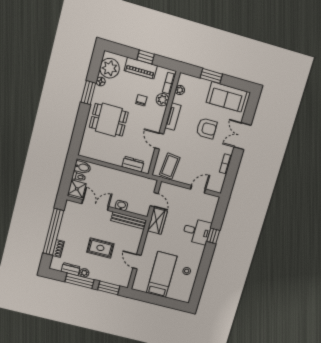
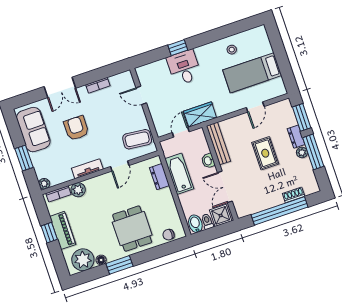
plant: (180, 90) -> (44, 184), moved
chair: (141, 100) -> (168, 235), moved
bathtub: (126, 179) -> (179, 174), added
dresser: (71, 269) -> (296, 137), moved

